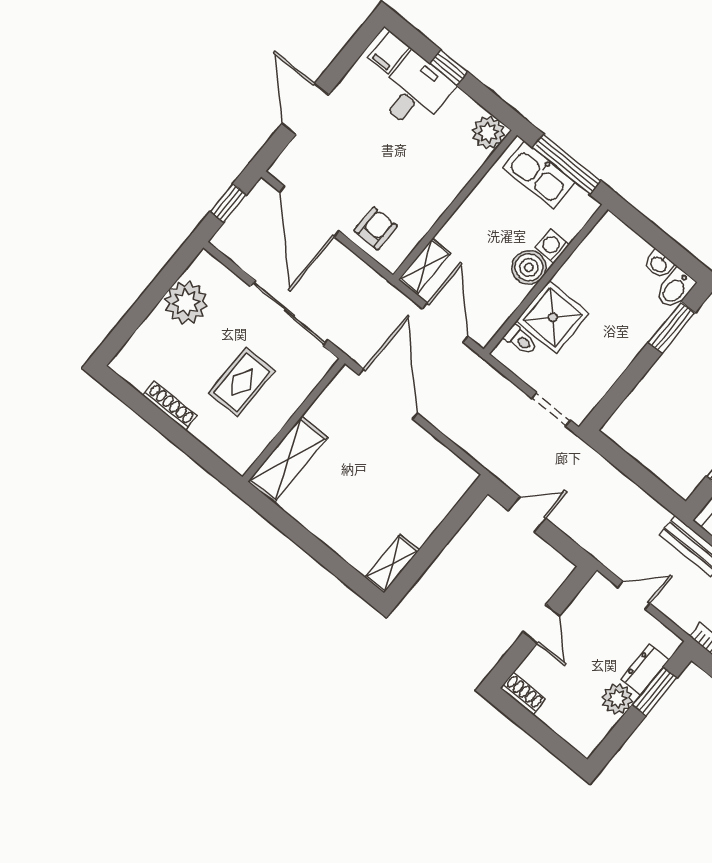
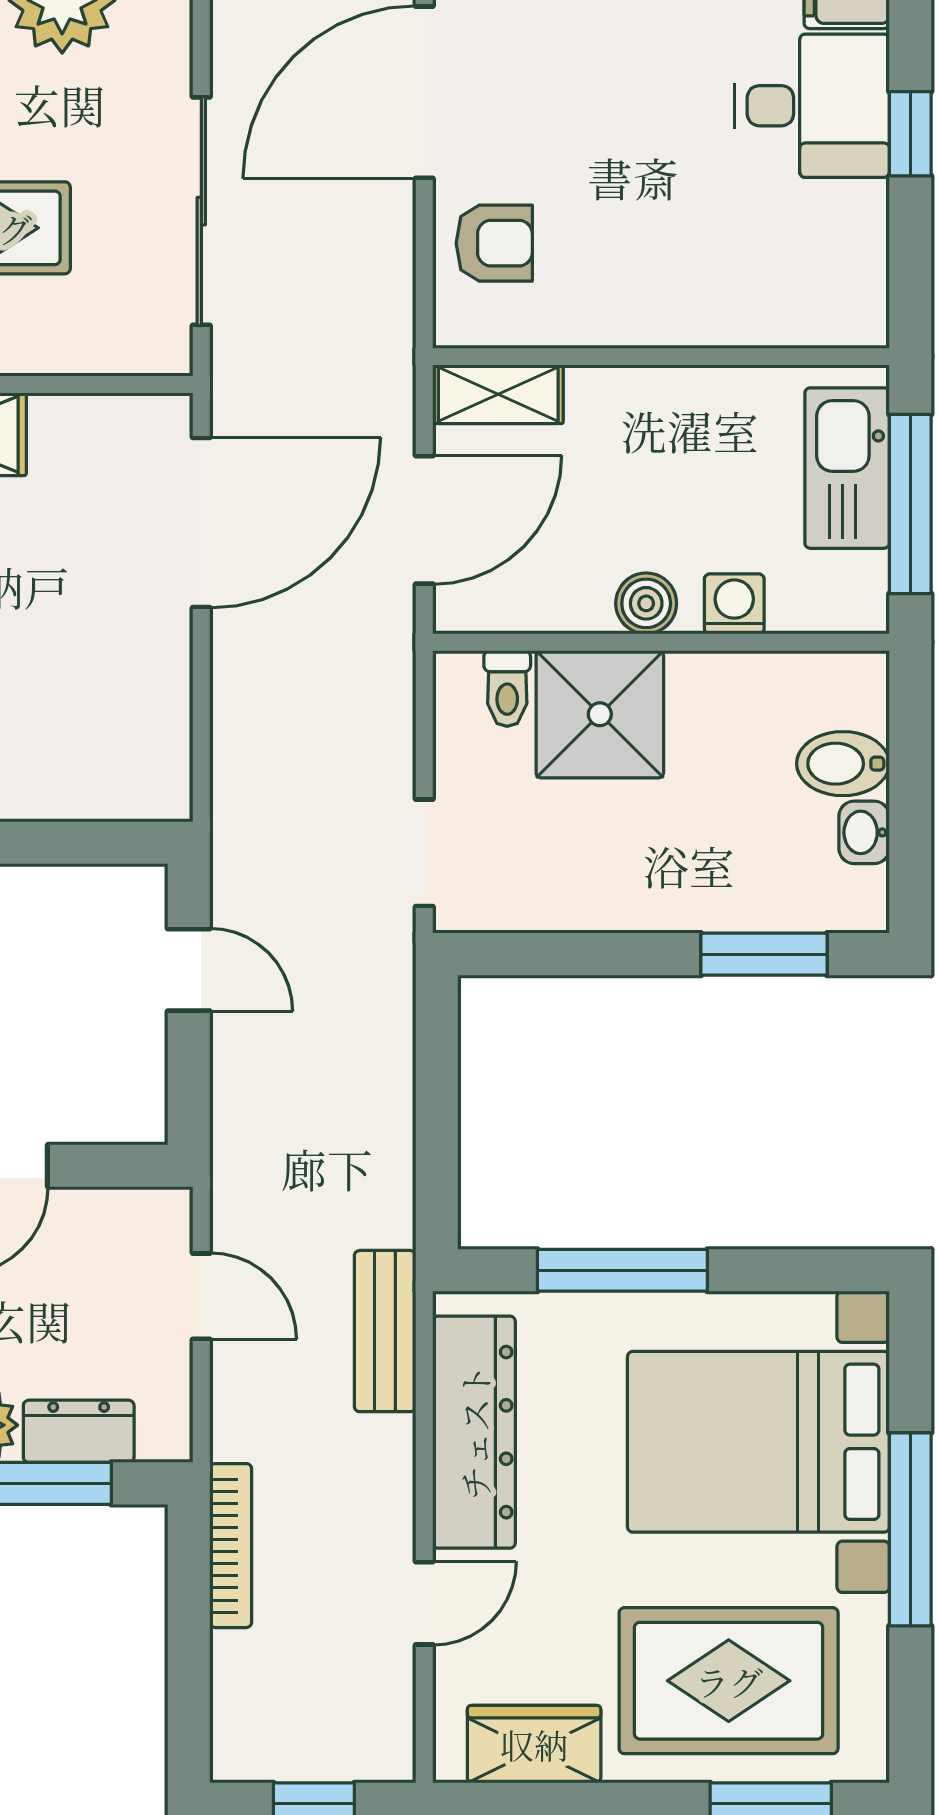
plant: (488, 133) -> (849, 308), removed
boiler: (529, 267) -> (646, 603), width x0.73, depth x0.73
bidet: (675, 289) -> (843, 764), moved

